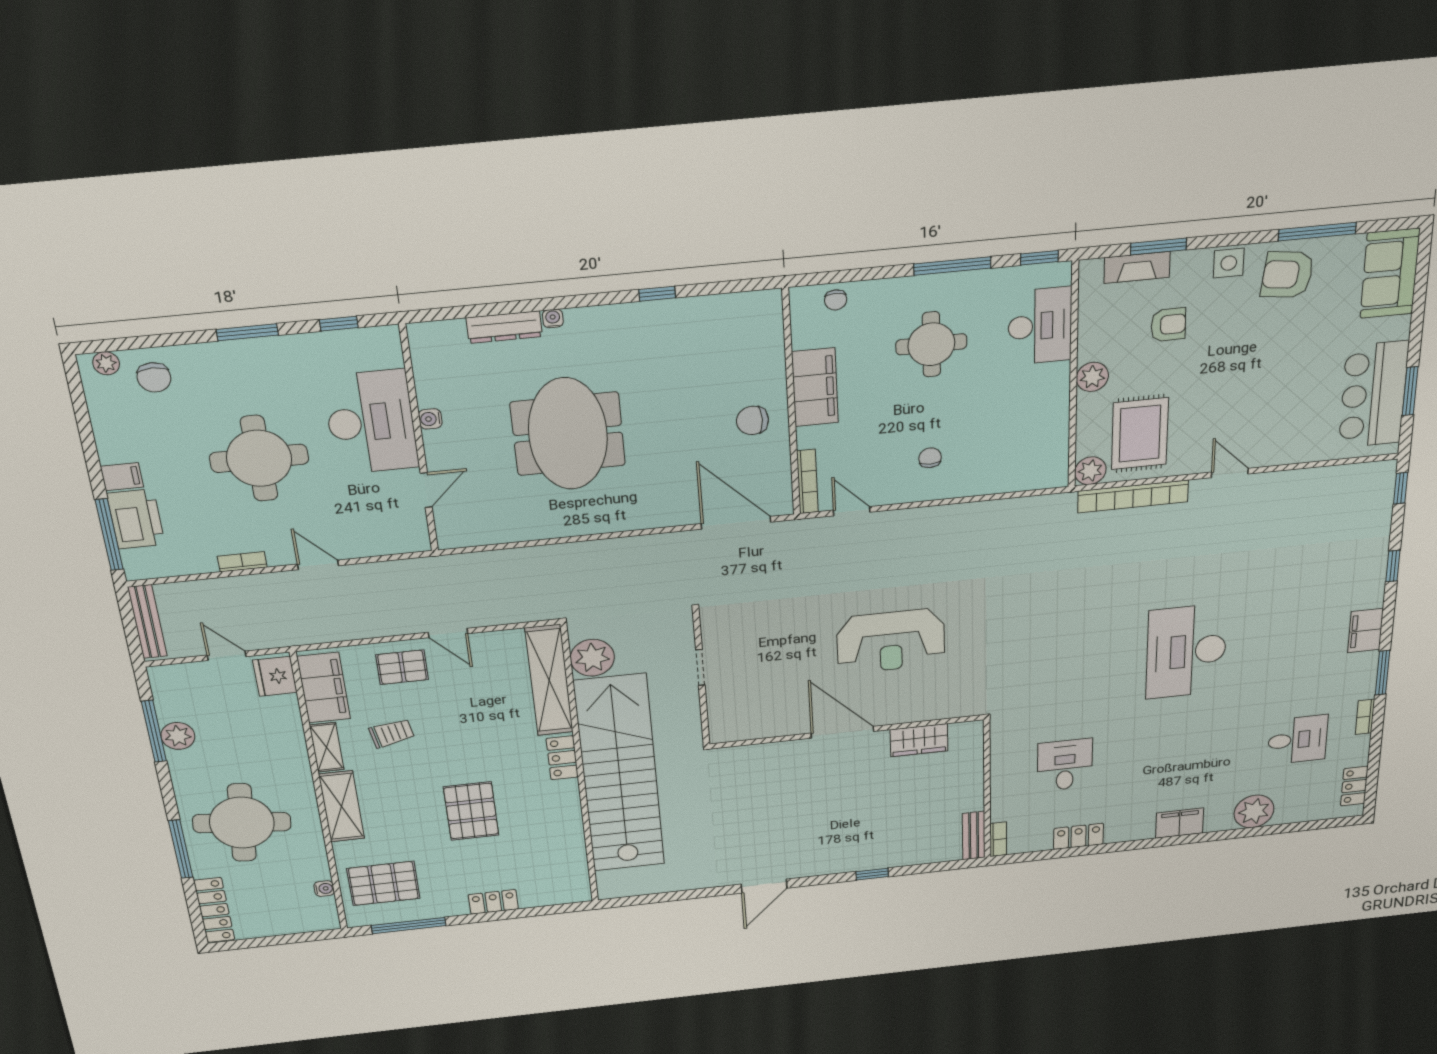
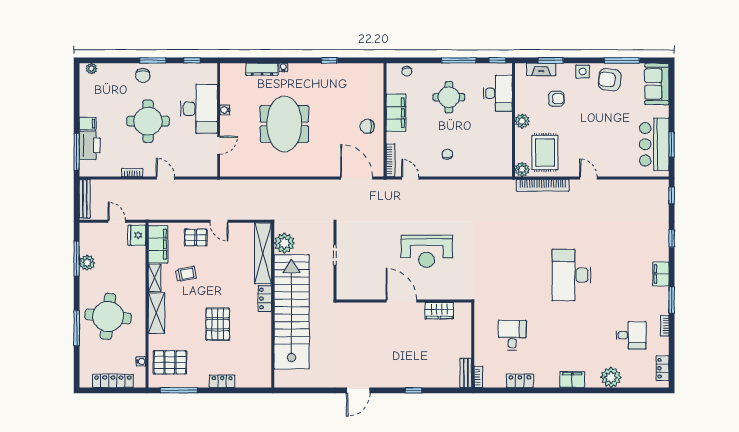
chair: (154, 377) -> (143, 75), moved
locker: (214, 910) -> (113, 381), moved, turned -90

